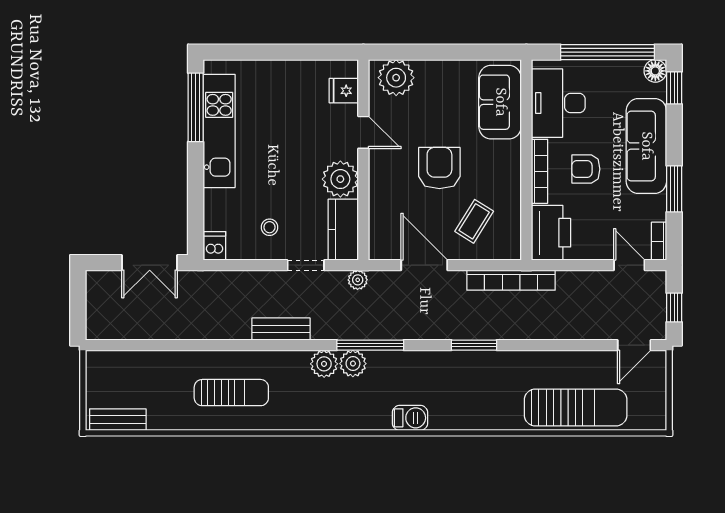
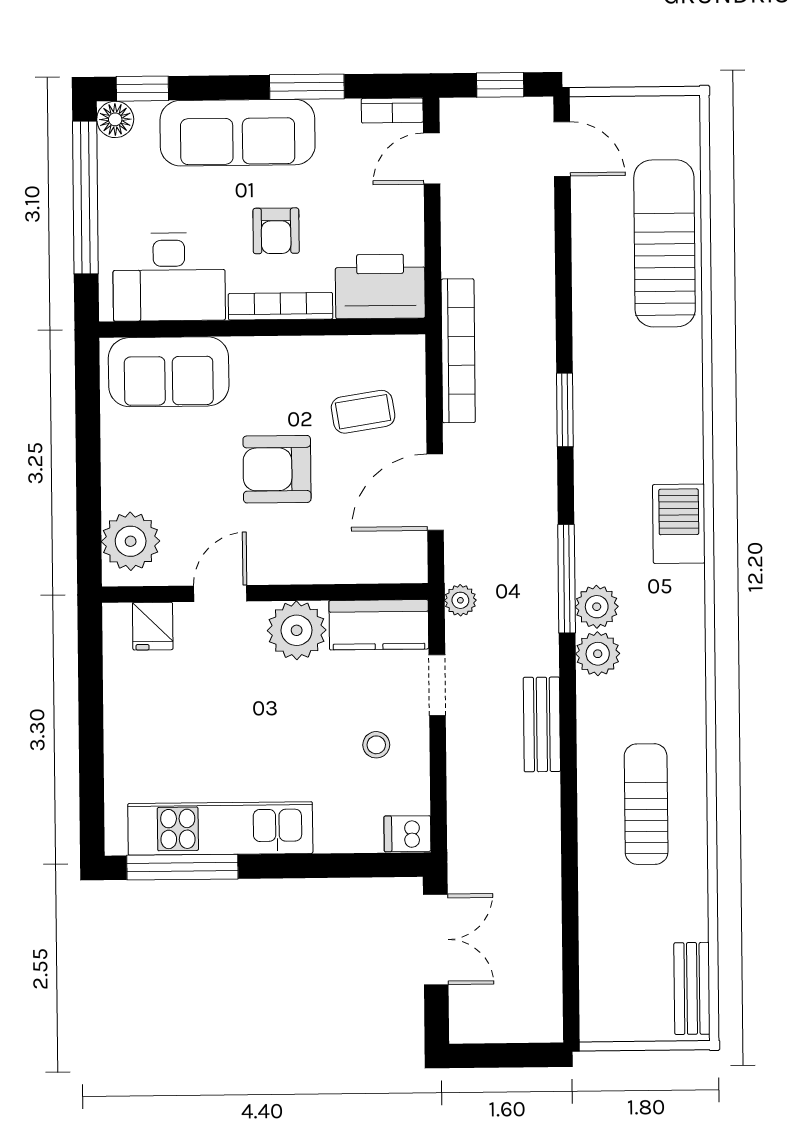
coffee table: (474, 221) -> (363, 412), turned -41
barbecue: (410, 418) -> (679, 524), width x1.38, depth x1.27

